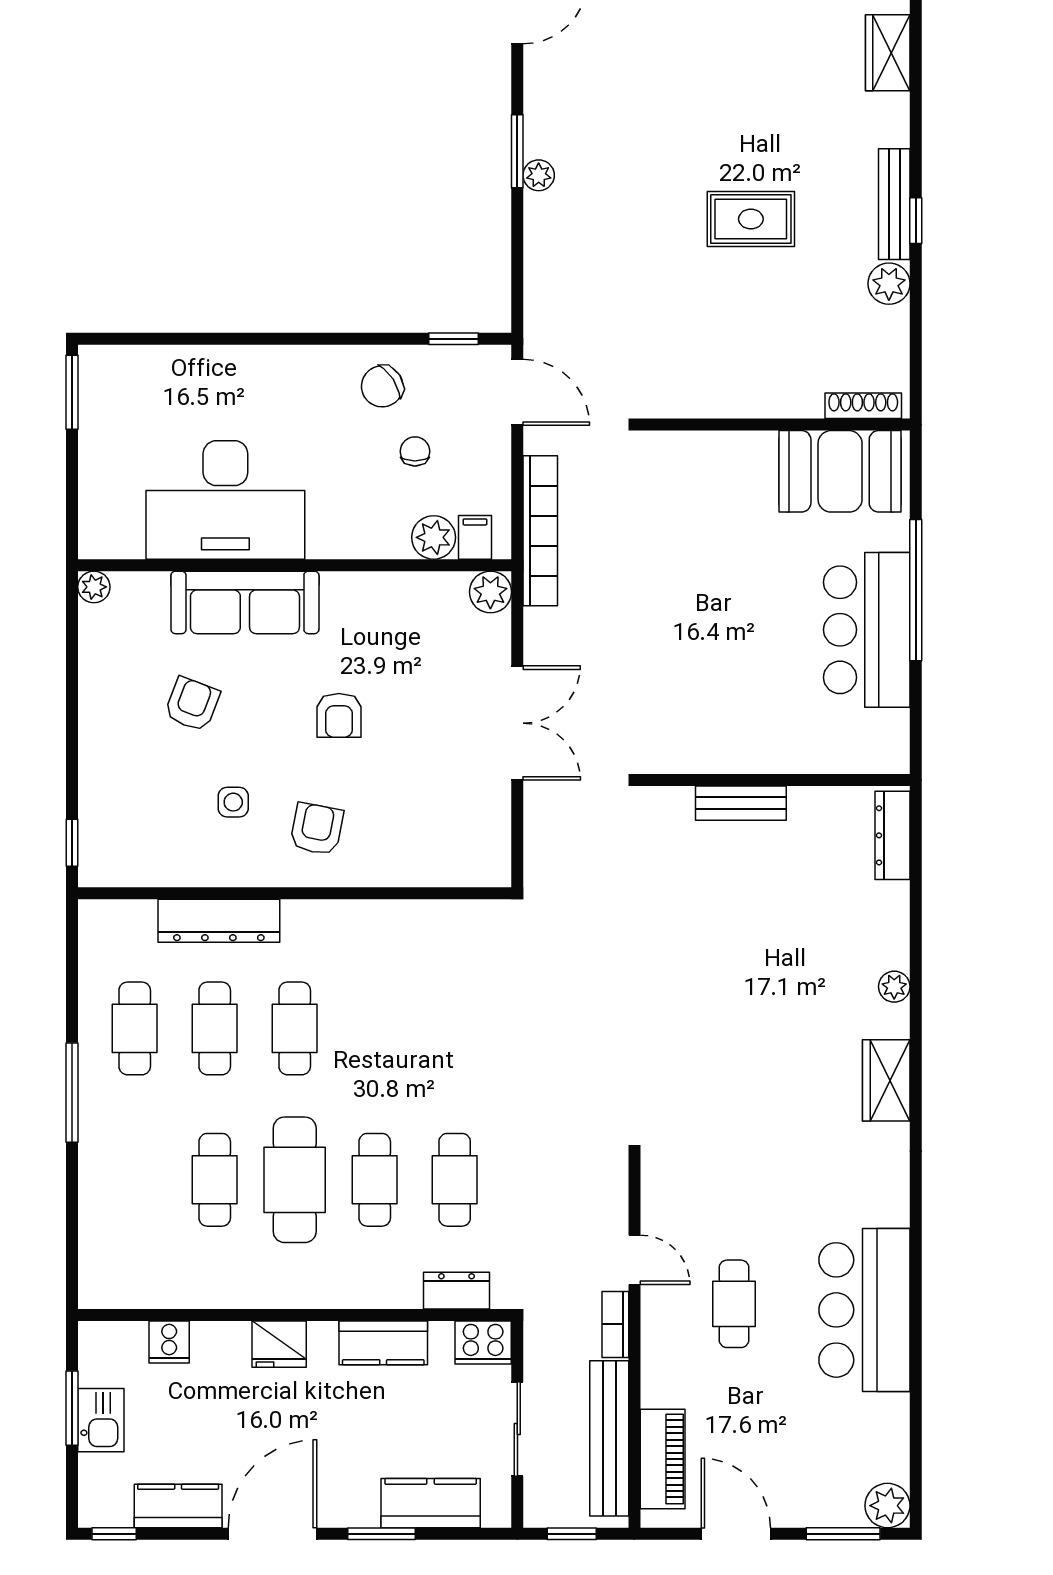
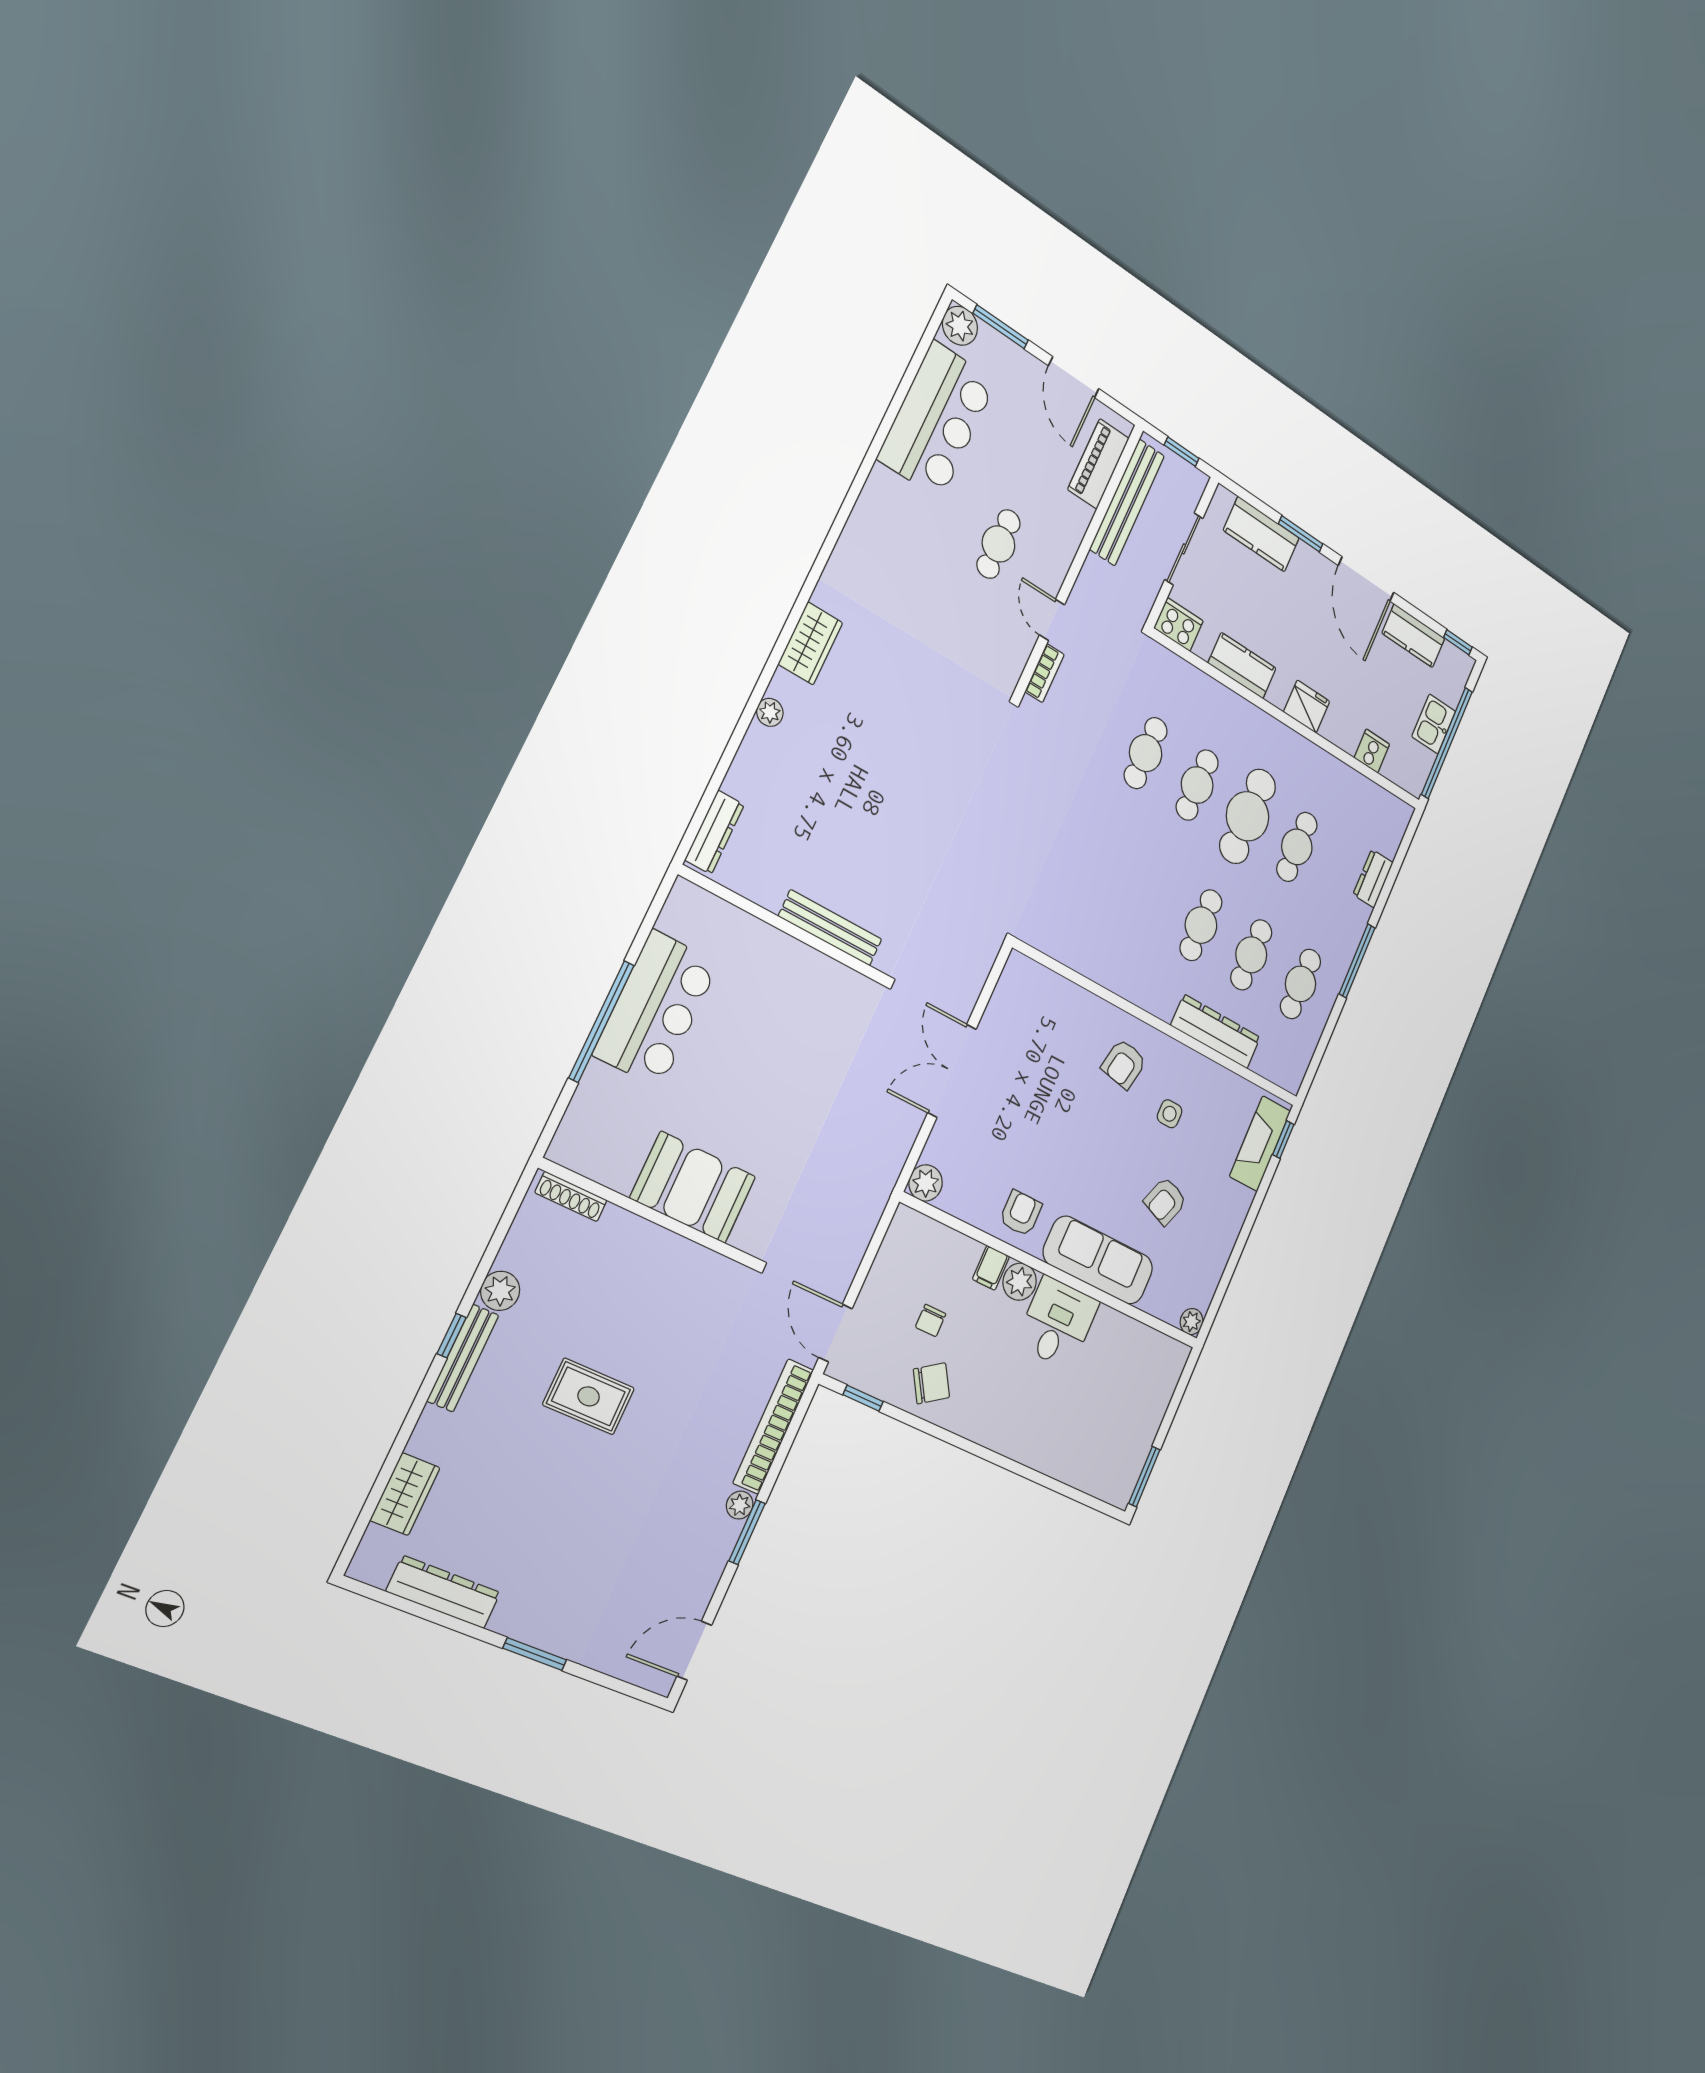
booth: (840, 471) -> (693, 1187), moved
desk: (225, 500) -> (1057, 1323), width x0.53, depth x0.77
bookcase: (540, 531) -> (773, 1426), moved
plant: (434, 537) -> (1020, 1282), moved
filing cabinet: (475, 537) -> (991, 1268), moved
armchair: (339, 715) -> (1021, 1213), moved
bench: (741, 803) -> (830, 928), width x1.36
fireplace: (101, 824) -> (1260, 1144), added
dresser: (456, 1291) -> (1373, 879), moved, turned 90
bar counter: (864, 1310) -> (937, 420), moved
bookcase: (615, 1324) -> (1045, 673), moved
window: (72, 1408) -> (1447, 743), width x2.11
door: (272, 1534) -> (1366, 579), hinge flipped

